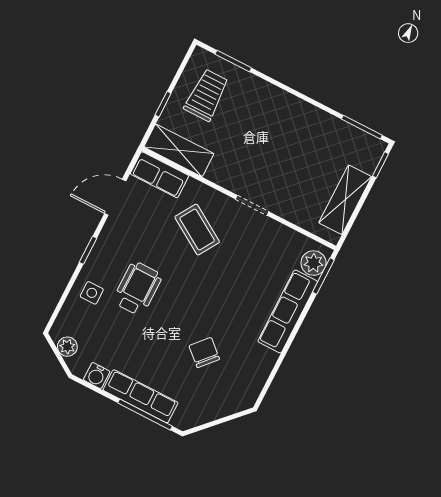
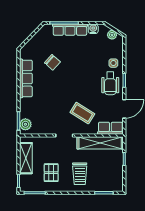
trolley: (206, 95) -> (80, 174), moved
pallet: (312, 149) -> (51, 173), added
shelving: (179, 150) -> (100, 143), width x1.47
wheelchair: (137, 288) -> (110, 83), moved
row of seats: (288, 312) -> (26, 78), moved

